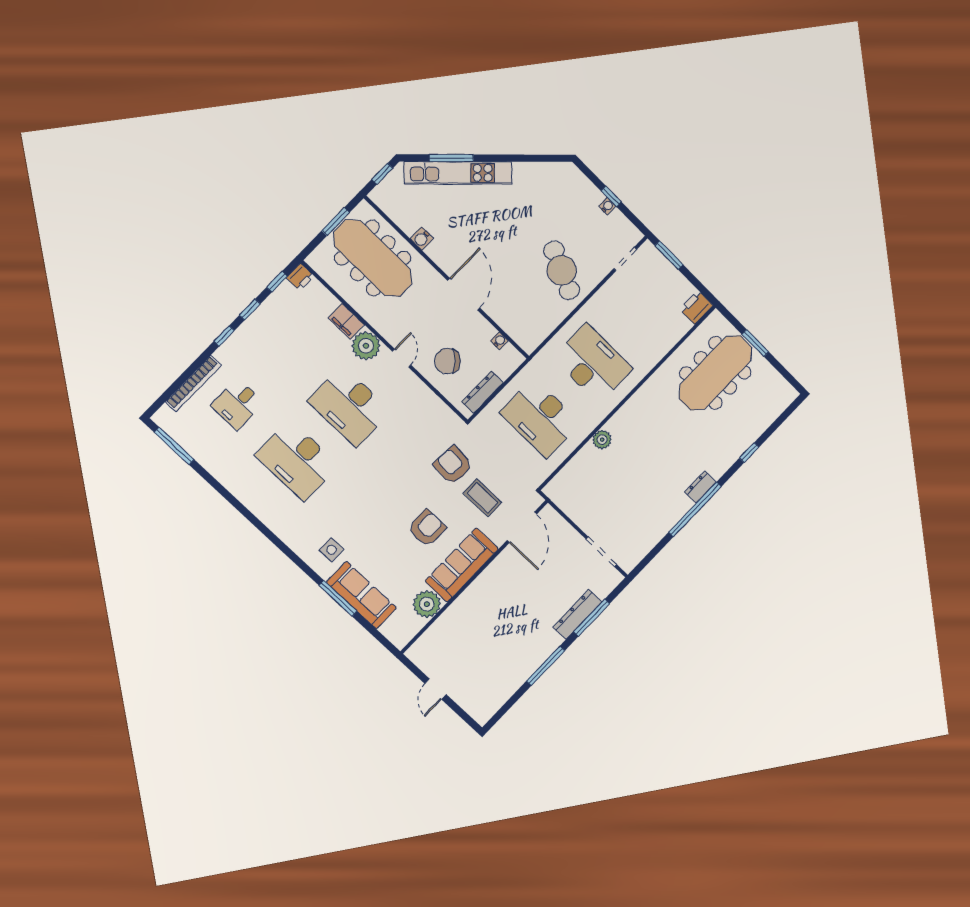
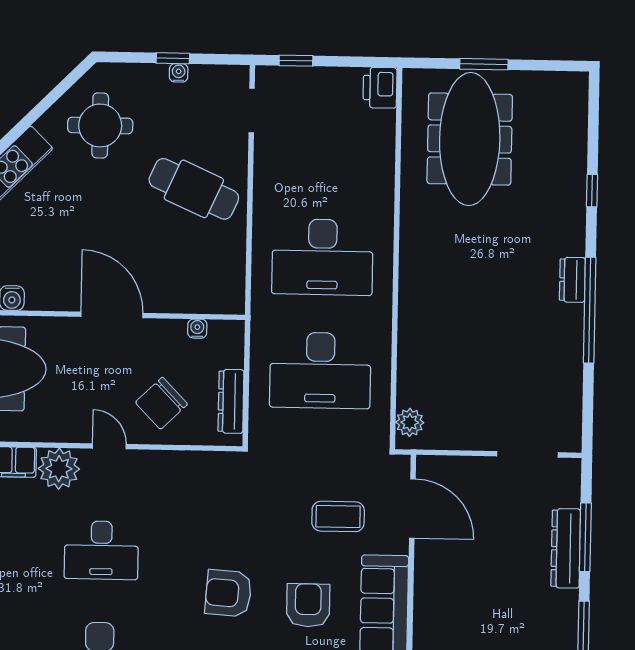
round table: (545, 195) -> (100, 125), added
window: (669, 255) -> (296, 61), width x0.67
desk: (593, 363) -> (322, 257), turned 180
desk: (349, 406) -> (101, 550), width x0.73, depth x0.77
plant: (602, 440) -> (410, 422), moved
armchair: (453, 465) -> (228, 593), moved

